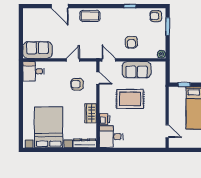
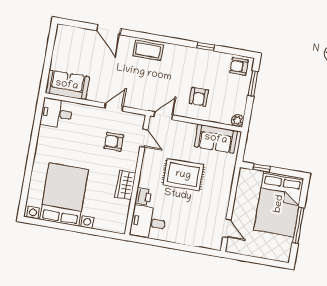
door: (109, 60) -> (163, 116), hinge flipped
sofa: (137, 70) -> (216, 139), moved
dresser: (85, 143) -> (110, 225), removed

